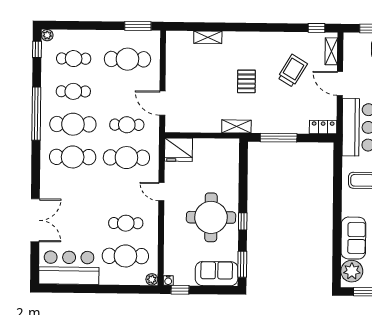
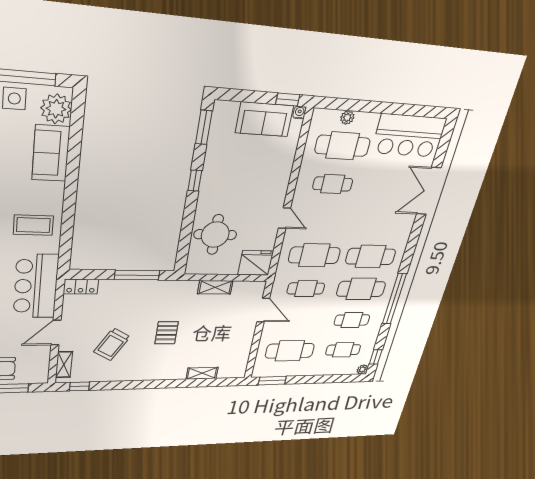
door: (340, 83) -> (56, 333), swing flipped
shelving: (236, 126) -> (215, 287), moved
round table: (211, 217) -> (215, 235), moved, width x0.73, depth x0.73
sofa: (217, 274) -> (264, 119), moved
plant: (152, 279) -> (347, 117), moved

